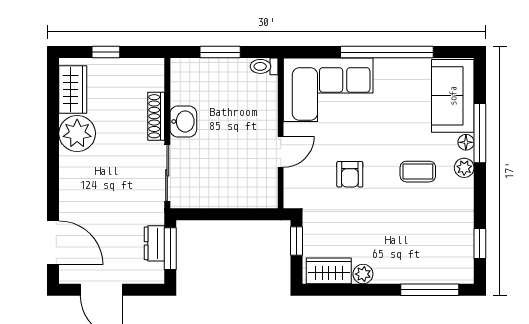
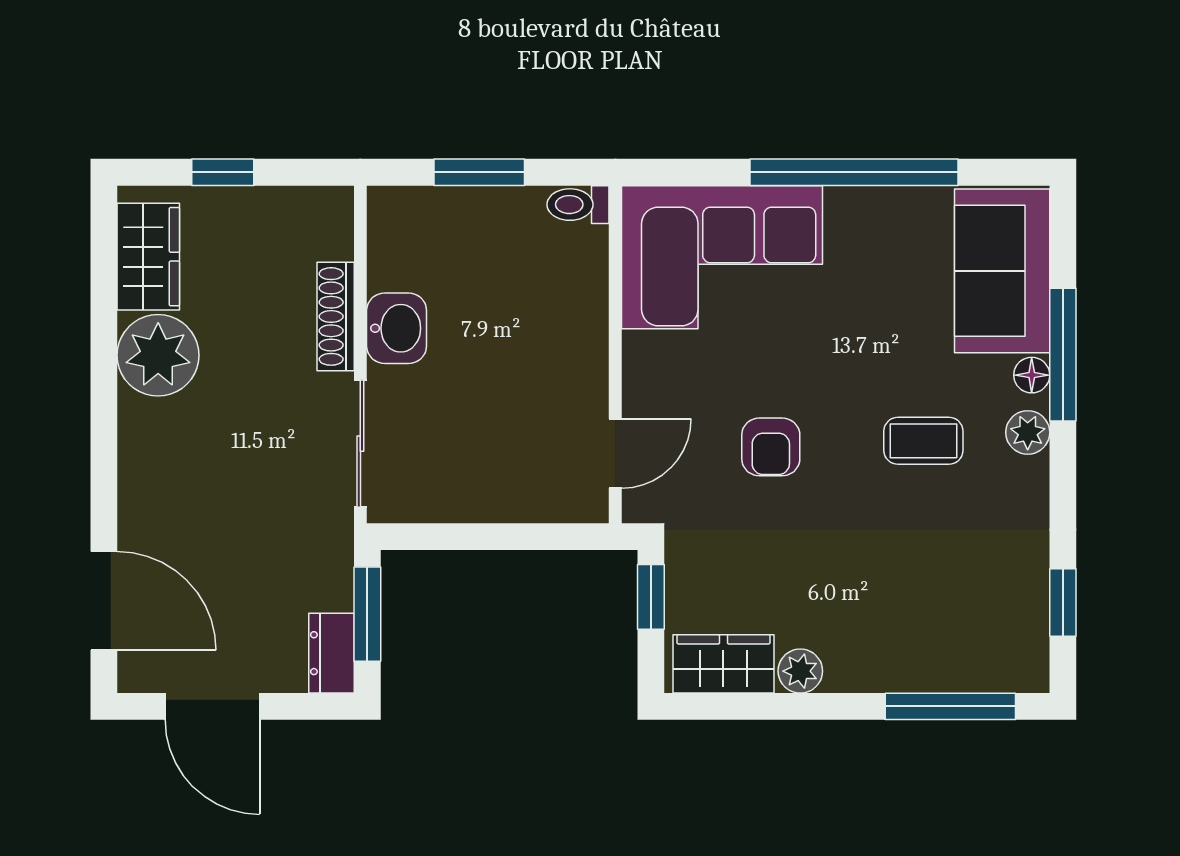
door: (281, 152) -> (615, 453), moved
dresser: (154, 243) -> (331, 653), moved

